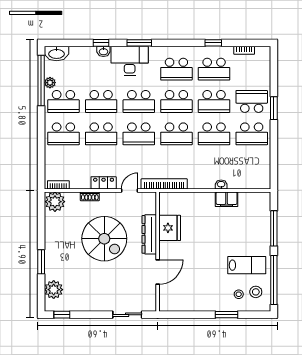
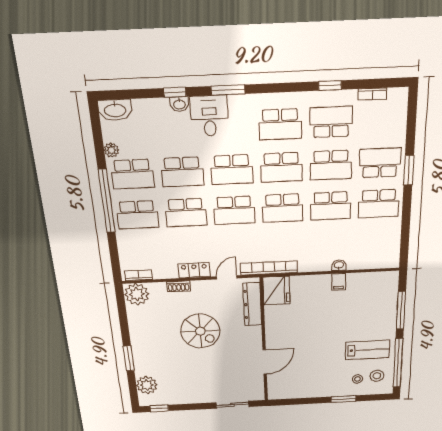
desk: (130, 61) -> (209, 116), width x0.73
school desk: (214, 69) -> (331, 122), turned 180
window: (41, 80) -> (107, 201), moved
filing cabinet: (227, 199) -> (339, 282), width x0.50
fridge: (170, 228) -> (276, 291), moved
dresser: (149, 234) -> (252, 304), moved
spiral stairs: (104, 239) -> (200, 331), width x0.73, depth x0.73

